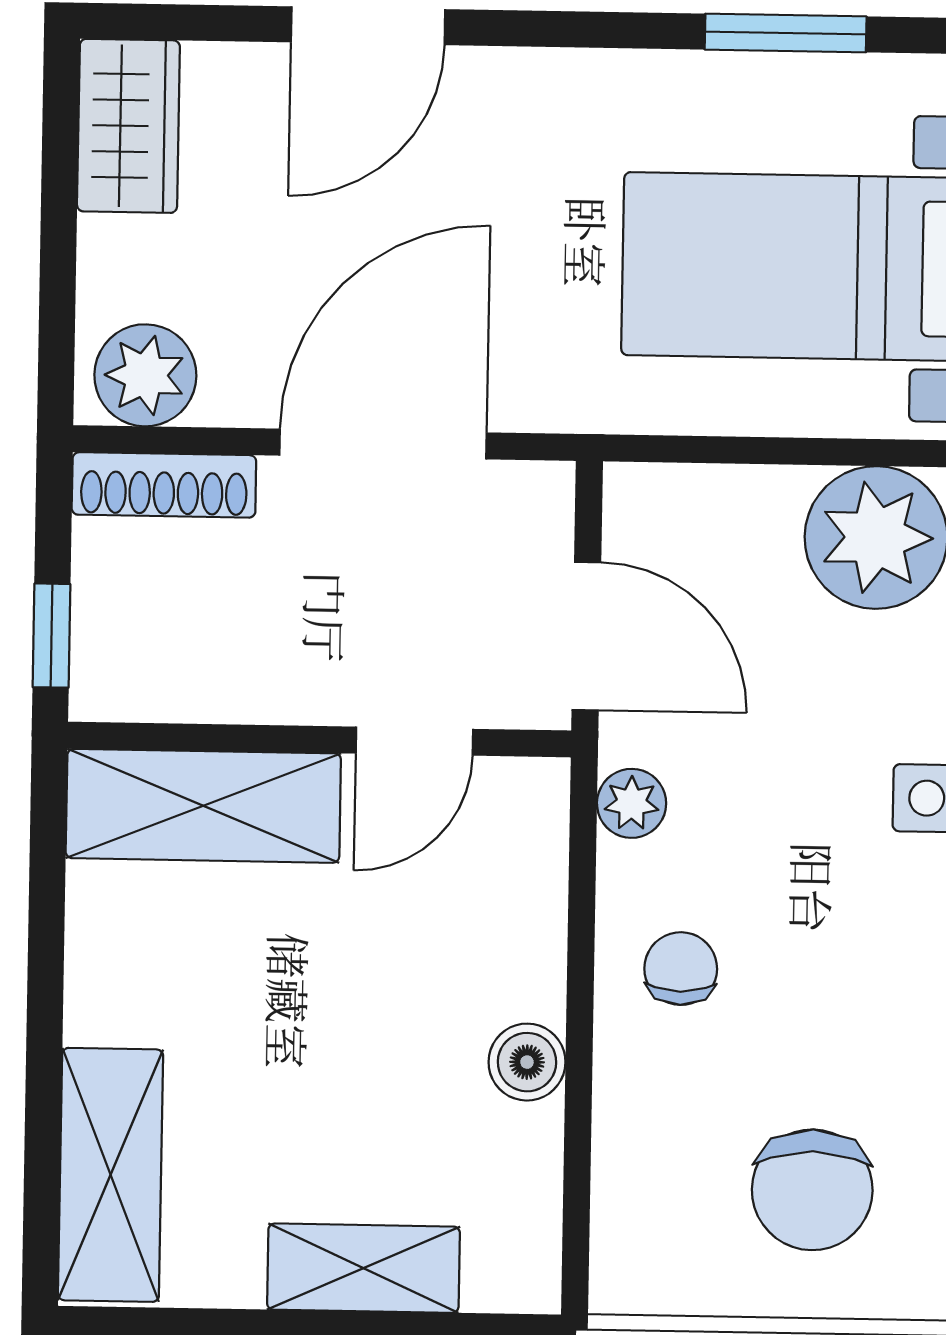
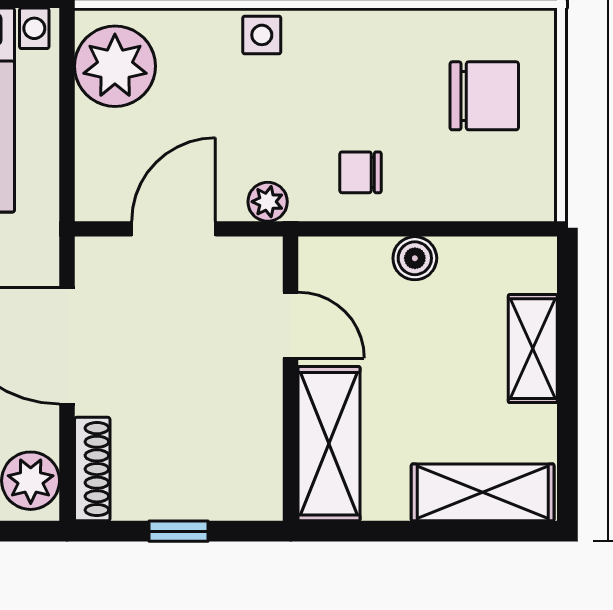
wall: (319, 740) -> (291, 379), moved
door: (414, 741) -> (291, 325), moved
shelving: (203, 806) -> (329, 444), moved

